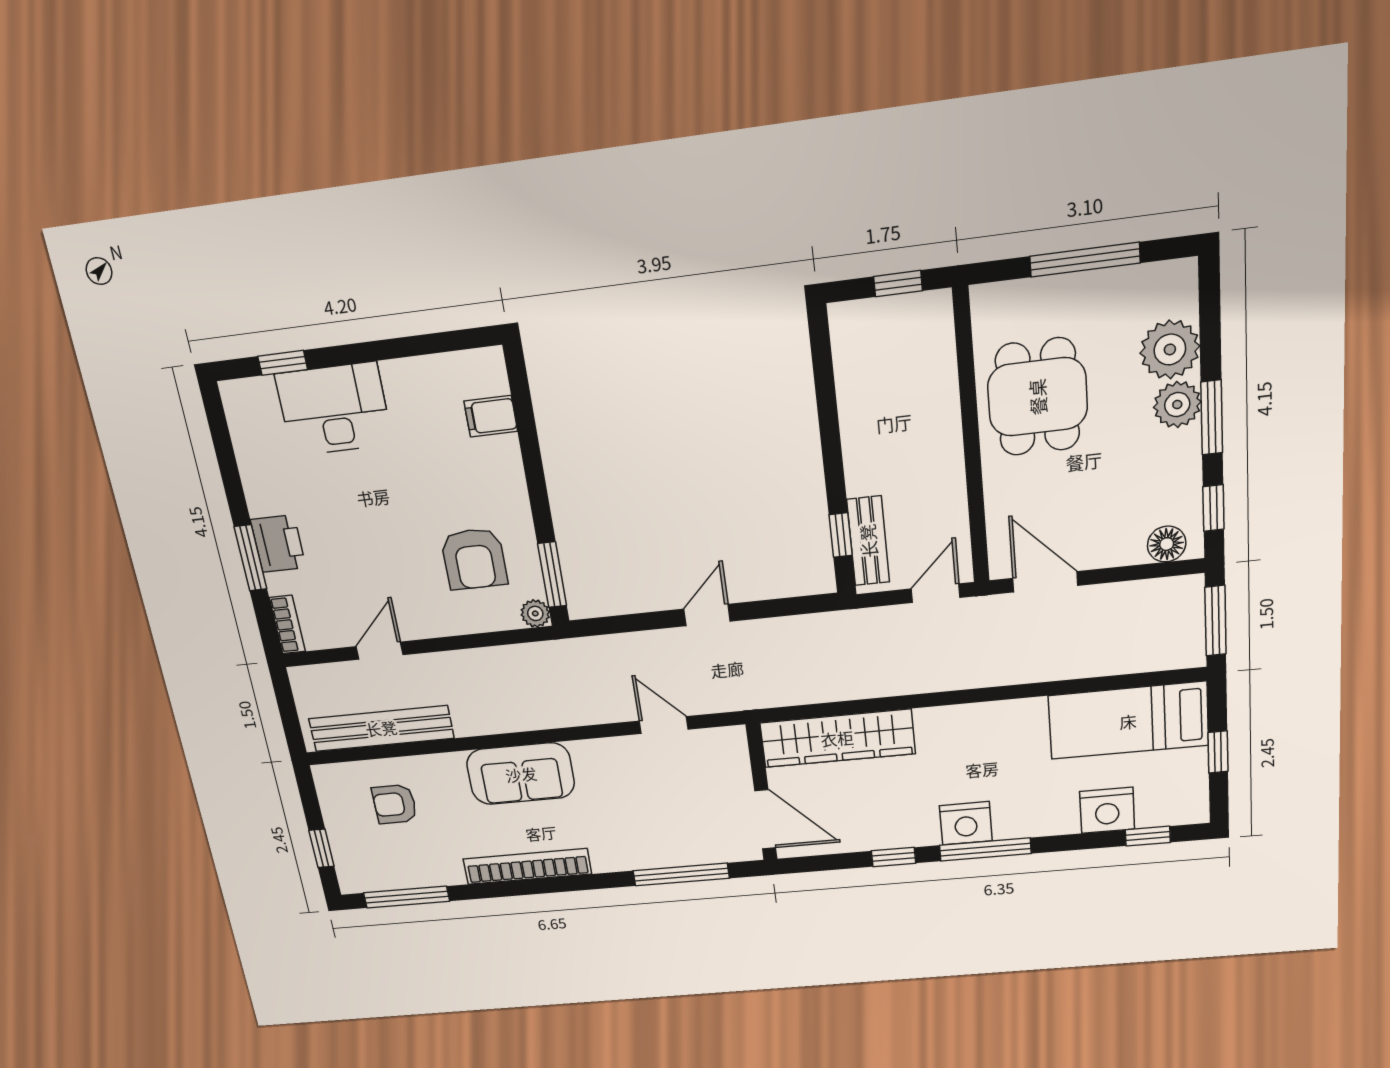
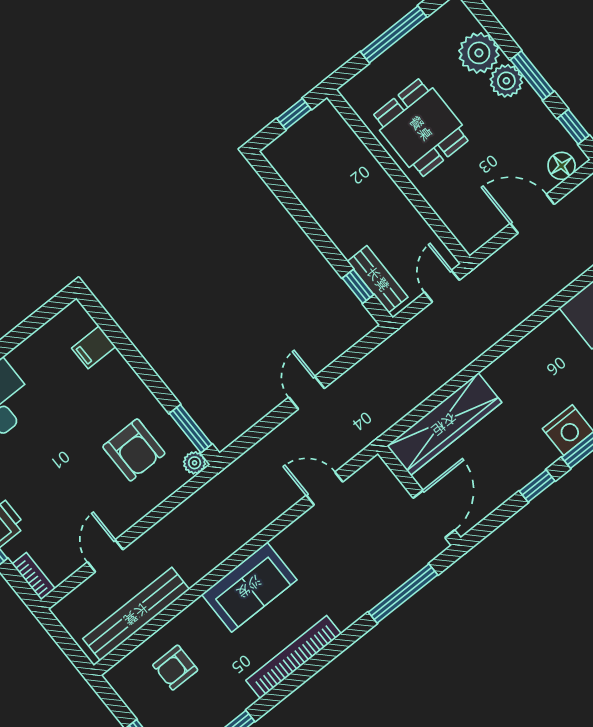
door: (1045, 582) -> (532, 214), moved
door: (765, 819) -> (434, 514), hinge flipped

